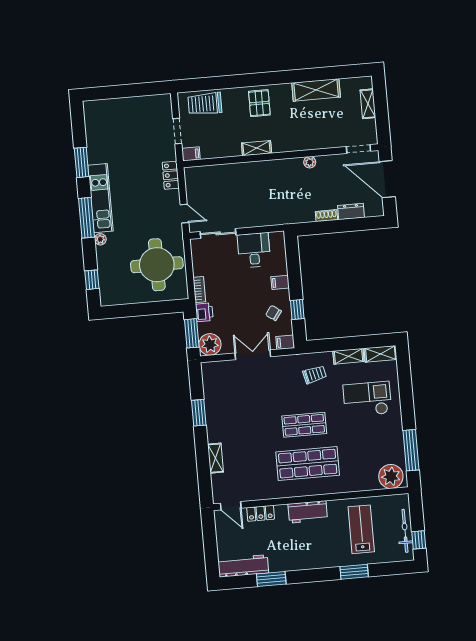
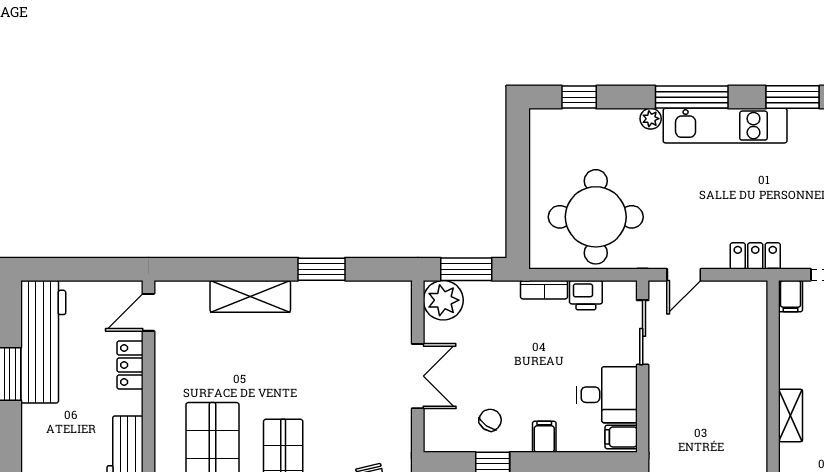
printer: (204, 312) -> (586, 295), moved
filing cabinet: (285, 342) -> (621, 437), moved, turned -90
shelving: (216, 458) -> (250, 296), width x1.50, depth x1.33
workbench: (243, 566) -> (43, 342), width x1.36, depth x1.32

